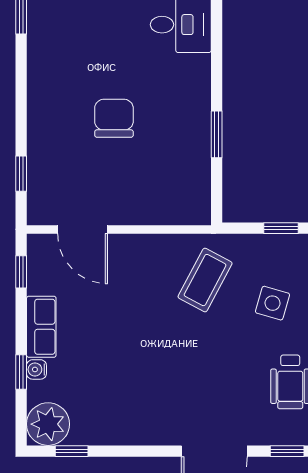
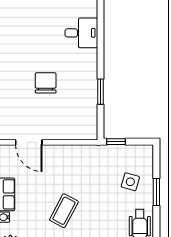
window: (281, 228) -> (116, 142), moved
coffee table: (205, 280) -> (64, 211), moved

